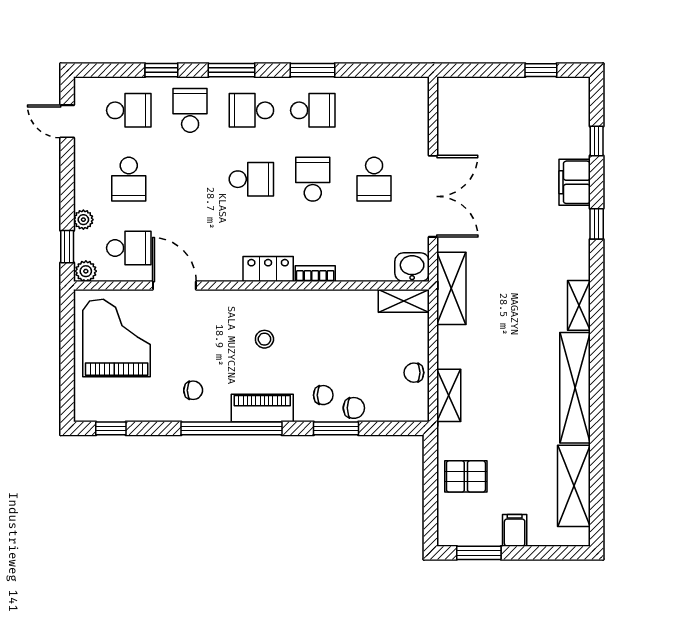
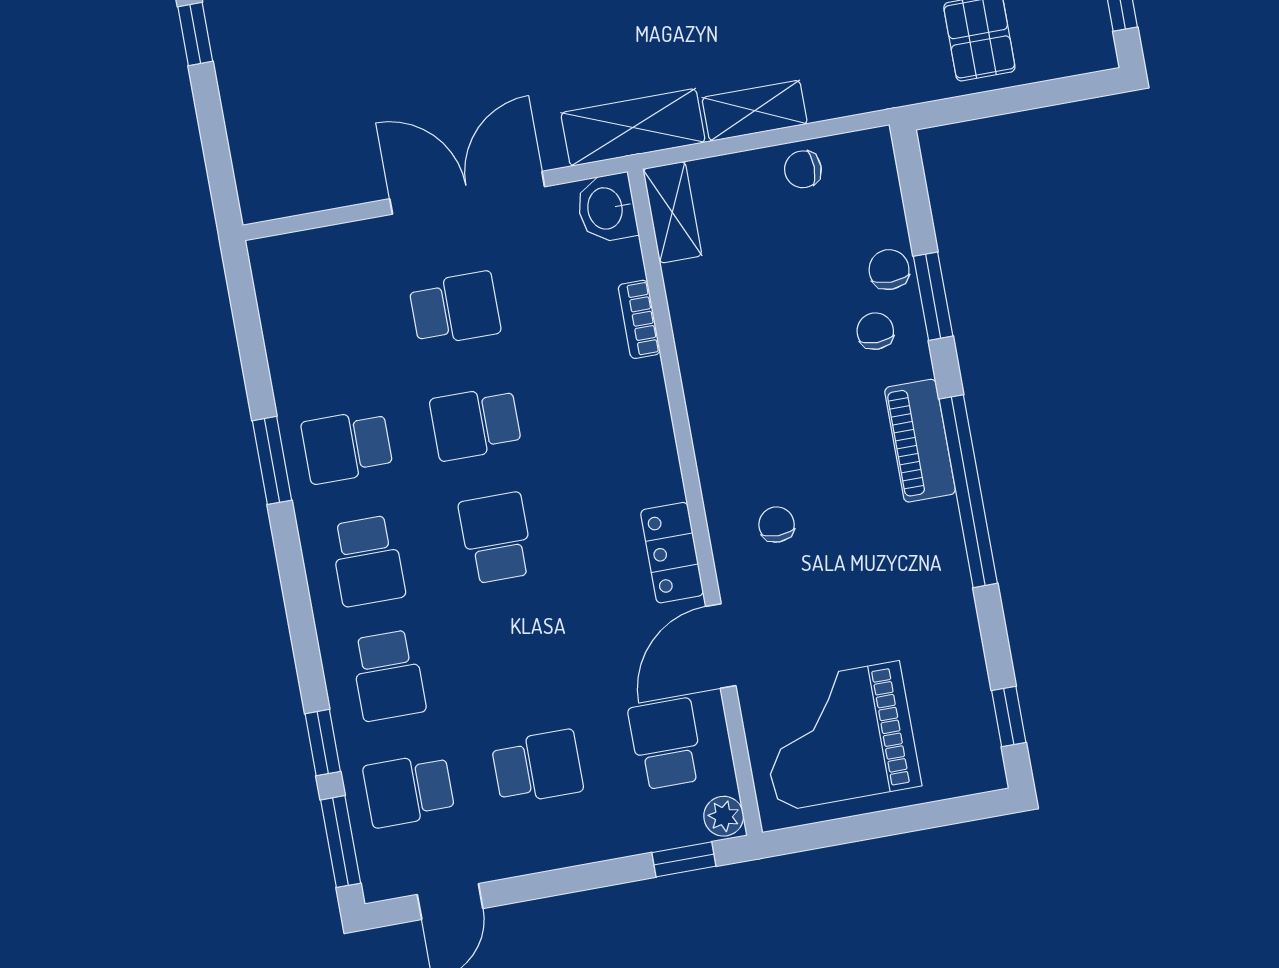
window: (231, 70) -> (341, 842), moved
school desk: (129, 110) -> (409, 790), turned -90
school desk: (190, 110) -> (388, 676), turned -90
school desk: (313, 110) -> (347, 446), turned -90
plant: (83, 220) -> (628, 838), removed
locker: (268, 269) -> (672, 553), moved
bookcase: (315, 274) -> (639, 319), moved
stool: (264, 339) -> (791, 460), removed
chair: (414, 373) -> (803, 169), turned 90
chair: (193, 390) -> (777, 525), moved
shelving: (449, 395) -> (755, 111), moved

